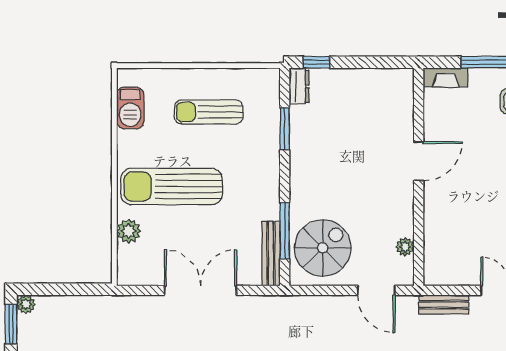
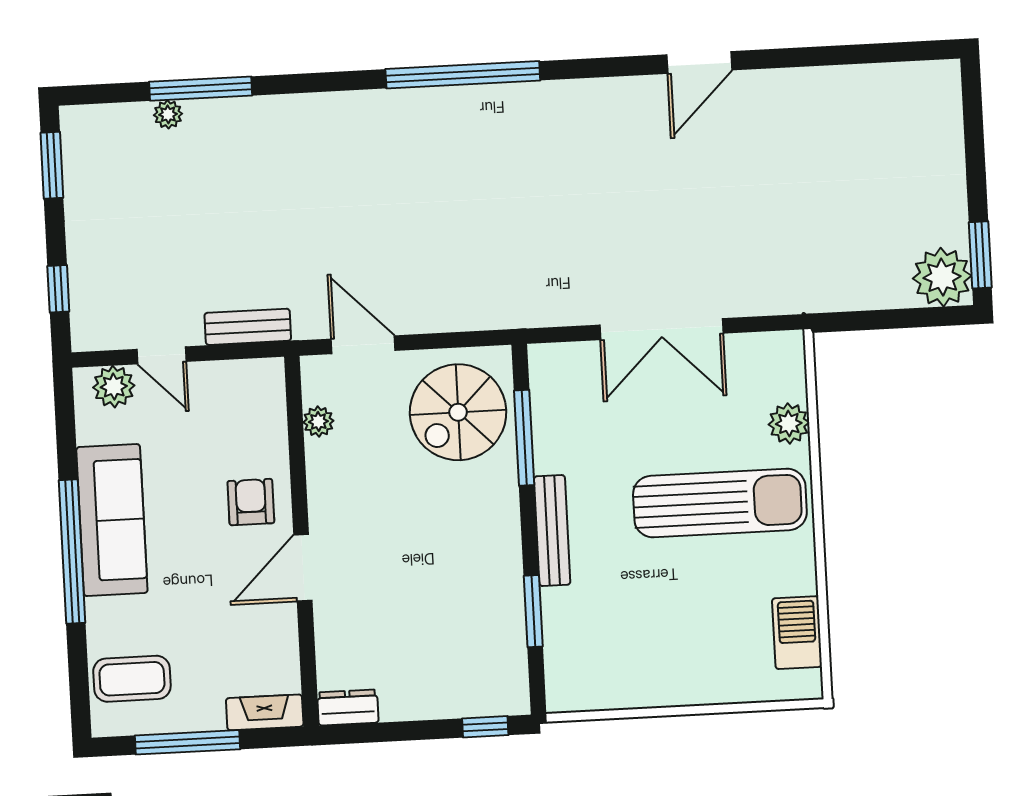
dresser: (299, 86) -> (348, 707), moved, turned 90
sun lounger: (209, 112) -> (663, 633), removed
armchair: (447, 201) -> (251, 502), added
bench: (271, 254) -> (552, 531), moved
plant: (26, 304) -> (942, 277), width x1.87, depth x1.87

